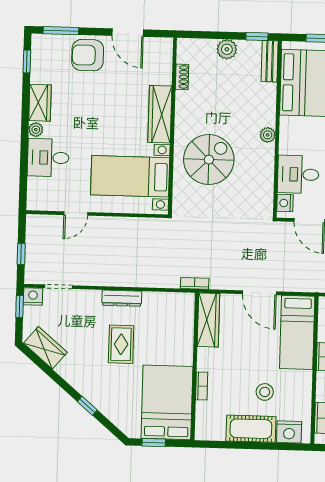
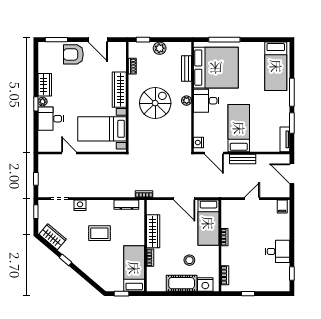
window: (257, 36) -> (143, 40), moved
window: (27, 61) -> (36, 104), moved
bench: (270, 61) -> (186, 68), moved
spiral stairs: (209, 160) -> (155, 103), moved
desk: (298, 174) -> (206, 101), moved
door: (76, 214) -> (69, 153), swing flipped
nightstand: (33, 297) -> (80, 205), moved
dresser: (122, 298) -> (126, 205), moved
wardrobe: (208, 320) -> (153, 231), moved
rug: (121, 344) -> (99, 233), turned 90
bed: (167, 402) -> (134, 268), width x0.67
window: (87, 406) -> (65, 260), moved

